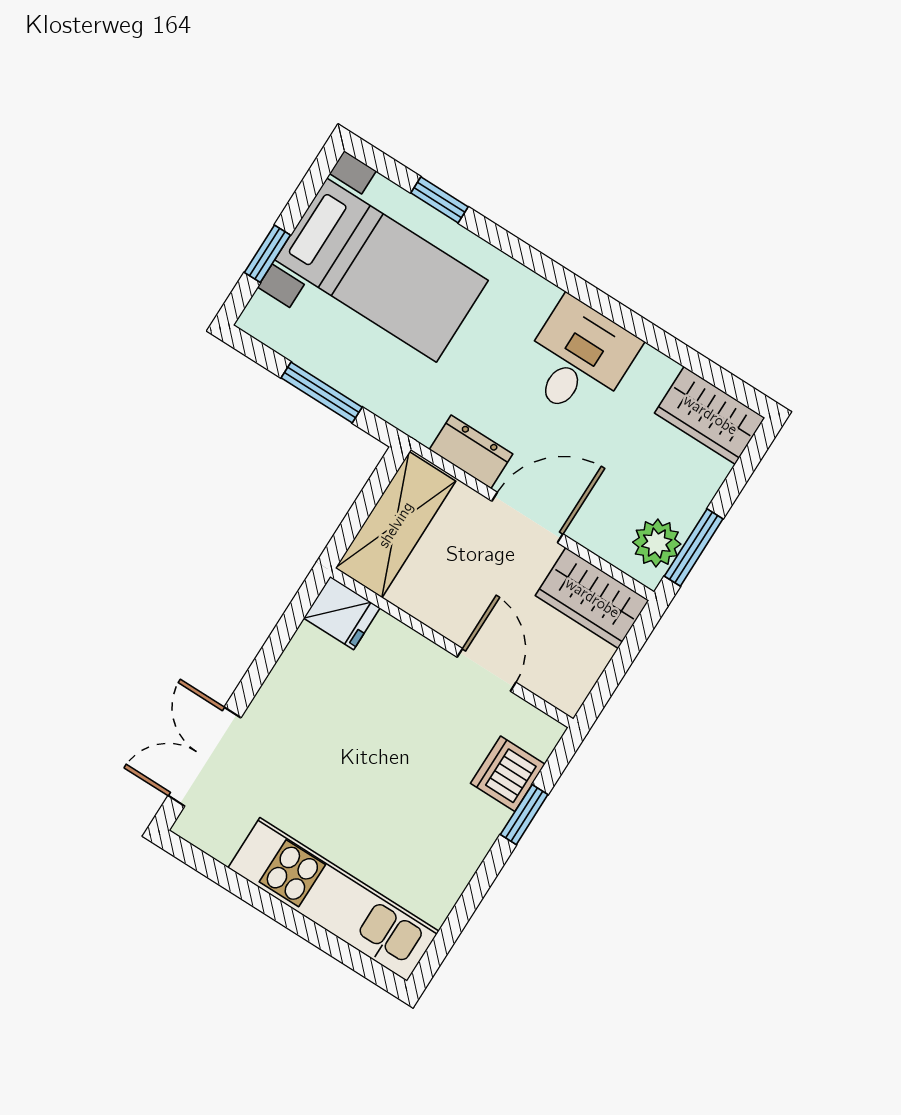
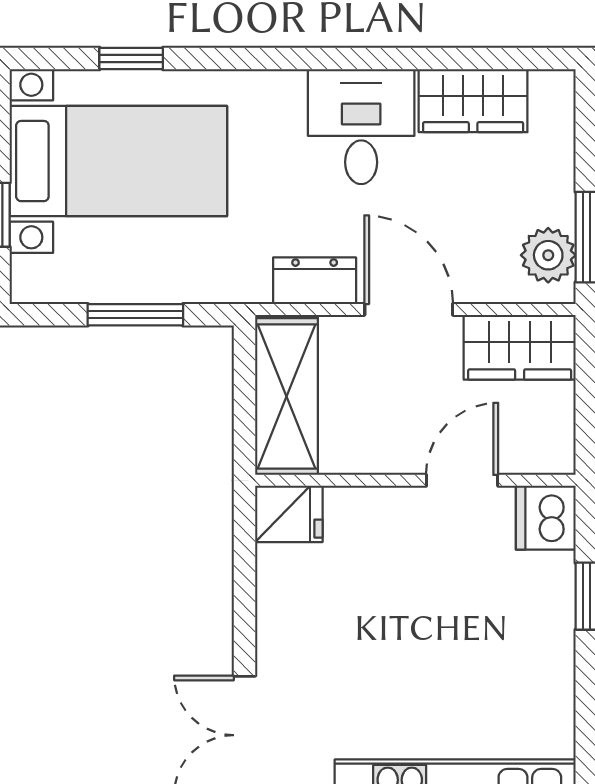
wardrobe: (710, 415) -> (473, 101), moved
door: (527, 518) -> (409, 309), hinge flipped
door: (486, 670) -> (462, 480), hinge flipped
dishwasher: (508, 774) -> (546, 518), moved

